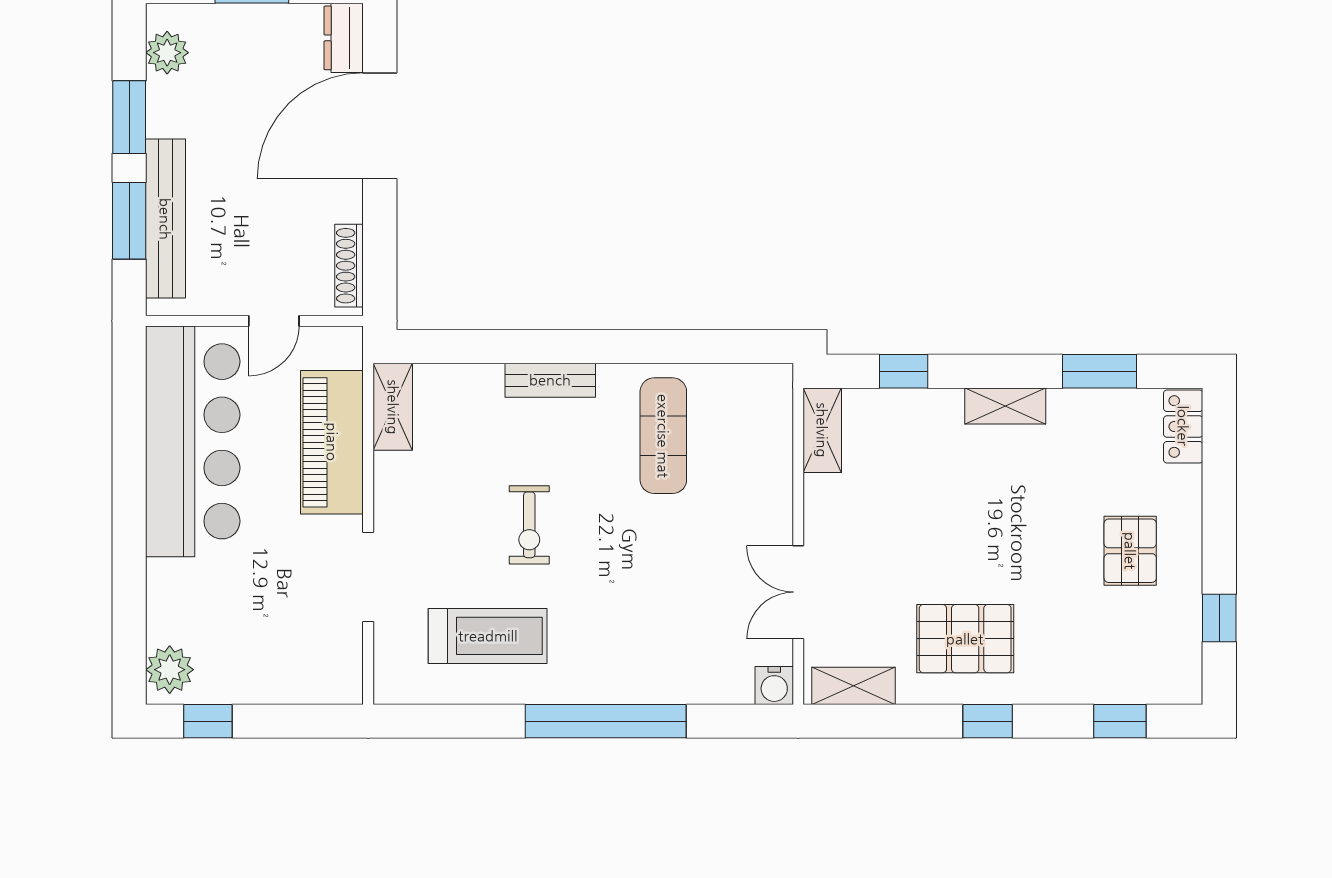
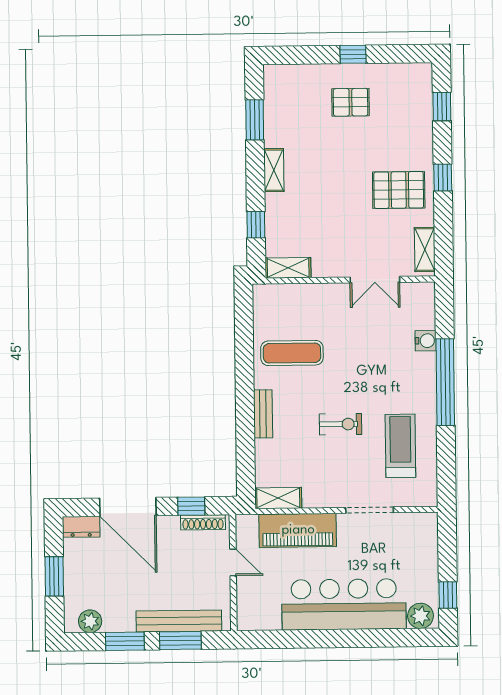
window: (380, 244) -> (191, 506), added
locker: (1183, 426) -> (284, 75), removed
bar counter: (193, 441) -> (344, 604), moved
window: (1219, 618) -> (353, 54), moved
pallet: (965, 639) -> (399, 190), turned 90
water cooler: (774, 685) -> (426, 341), moved

